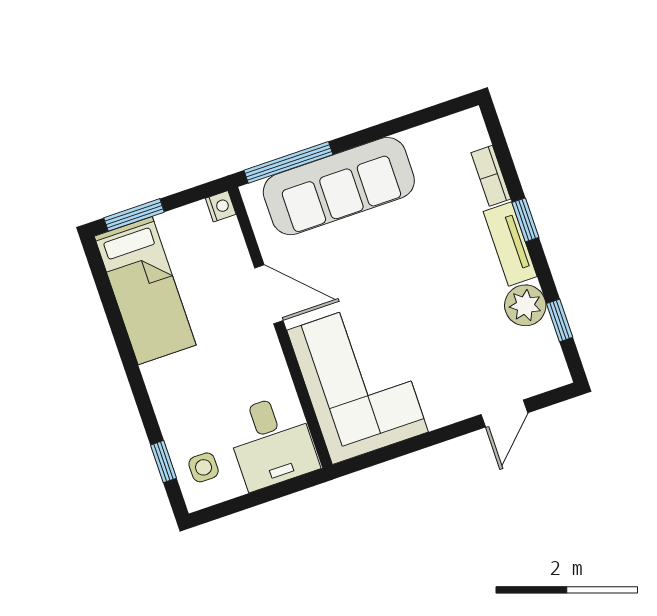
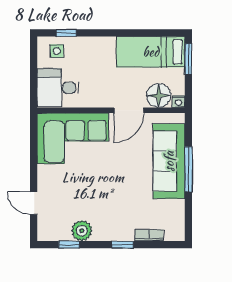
window: (288, 162) -> (188, 169), moved
tv unit: (510, 244) -> (114, 233), removed
floor lamp: (222, 247) -> (159, 96), added

